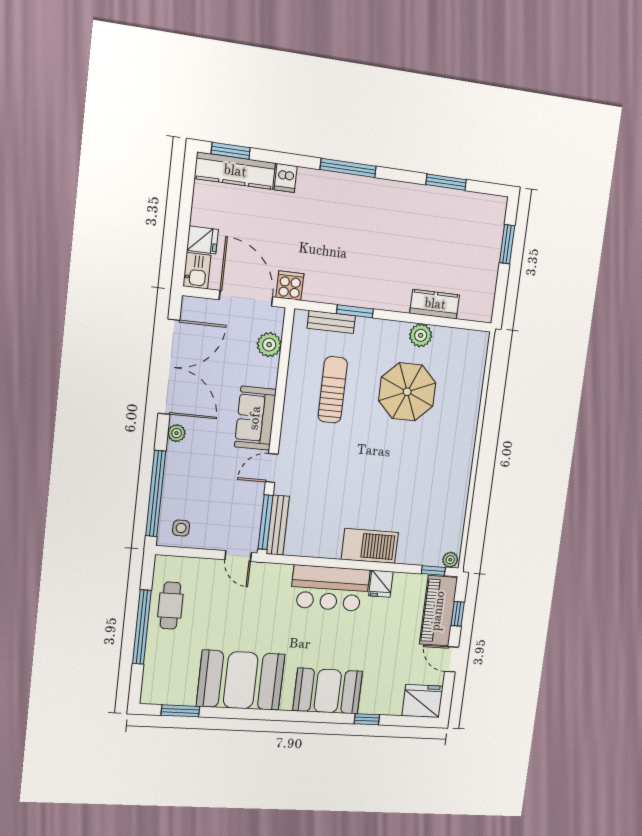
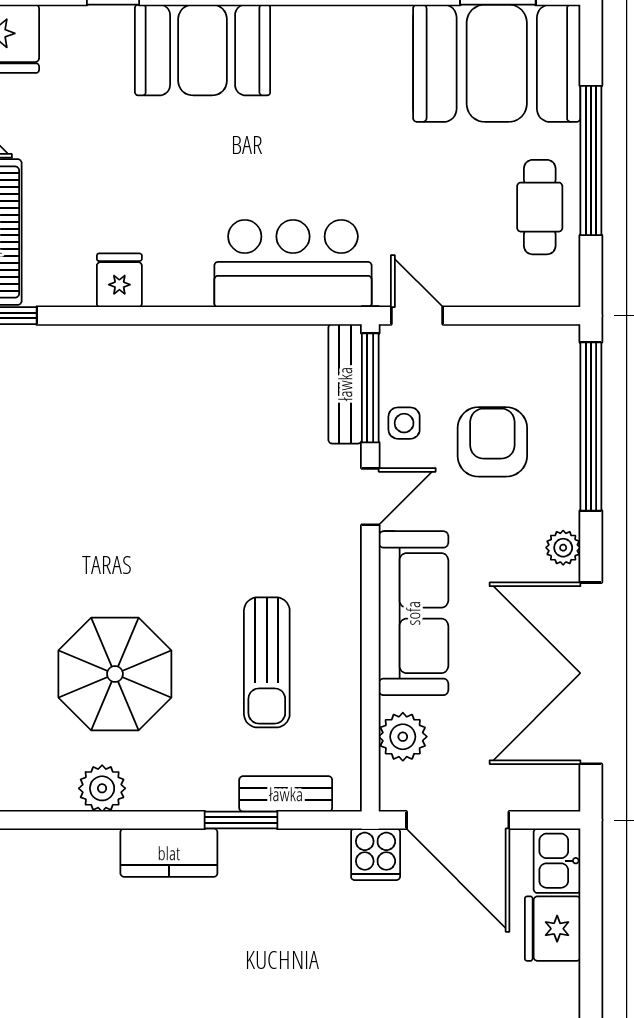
fridge: (202, 240) -> (553, 929), width x1.38
kitchen counter: (435, 304) -> (169, 853), moved
sofa: (255, 418) -> (413, 613), width x1.36
armchair: (207, 490) -> (492, 442), added
side table: (181, 528) -> (404, 423), moved
barbecue: (370, 546) -> (152, 356), removed
bar counter: (330, 588) -> (293, 264), moved
booth: (241, 680) -> (497, 63), moved

